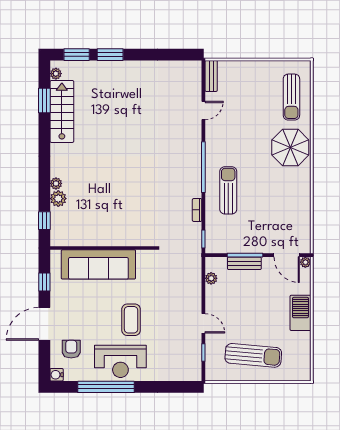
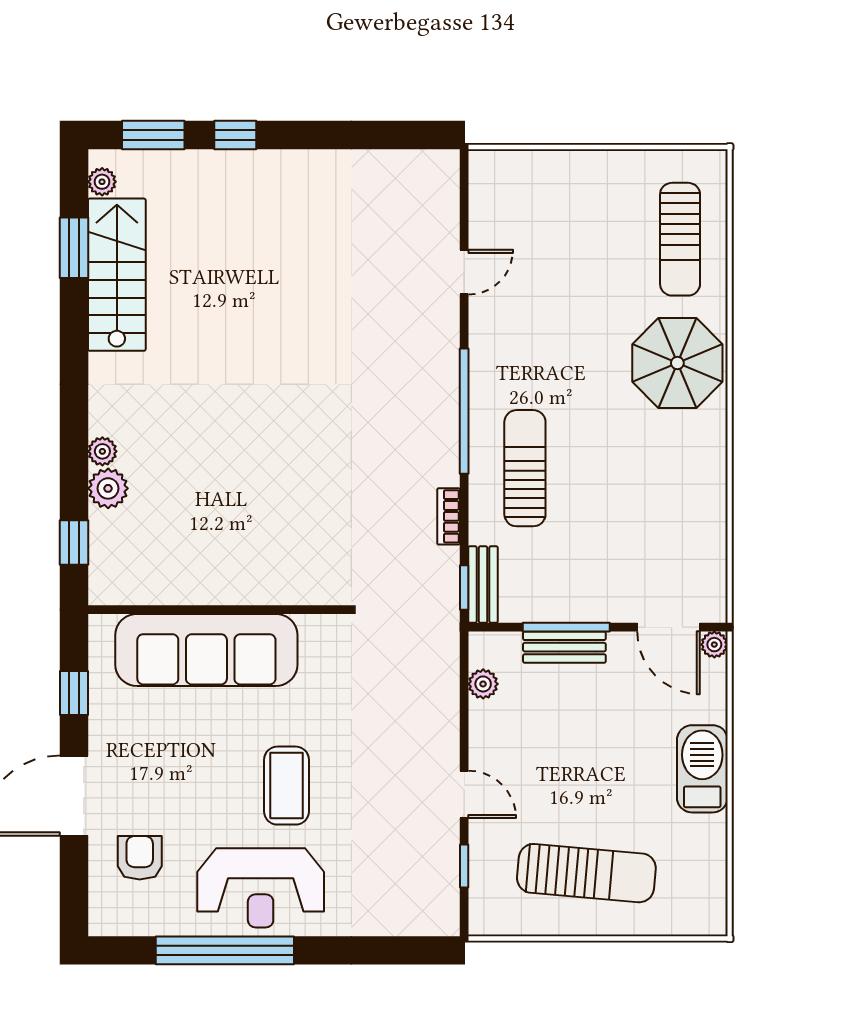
window: (110, 55) -> (235, 135), width x0.67
bench: (211, 76) -> (483, 585), moved
water cooler: (57, 375) -> (104, 921), removed

